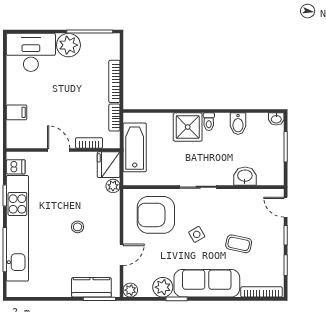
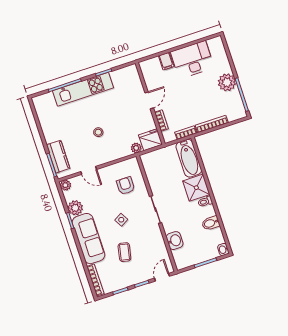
desk: (31, 52) -> (192, 60), moved, turned -90
bathtub: (135, 147) -> (189, 158), moved, turned 90
dishwasher: (16, 167) -> (127, 73), removed
armchair: (156, 215) -> (126, 186), width x0.53, depth x0.53
kitchen unit: (17, 228) -> (83, 89), width x0.73

